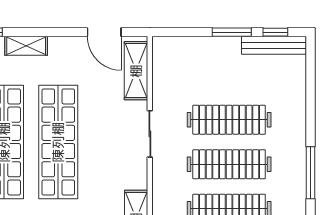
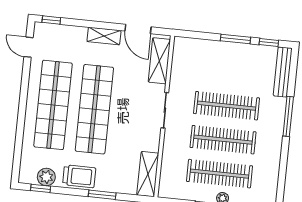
bench: (274, 45) -> (283, 72), moved, turned 90
shelving: (26, 46) -> (104, 36), moved
window: (310, 173) -> (288, 116), moved

